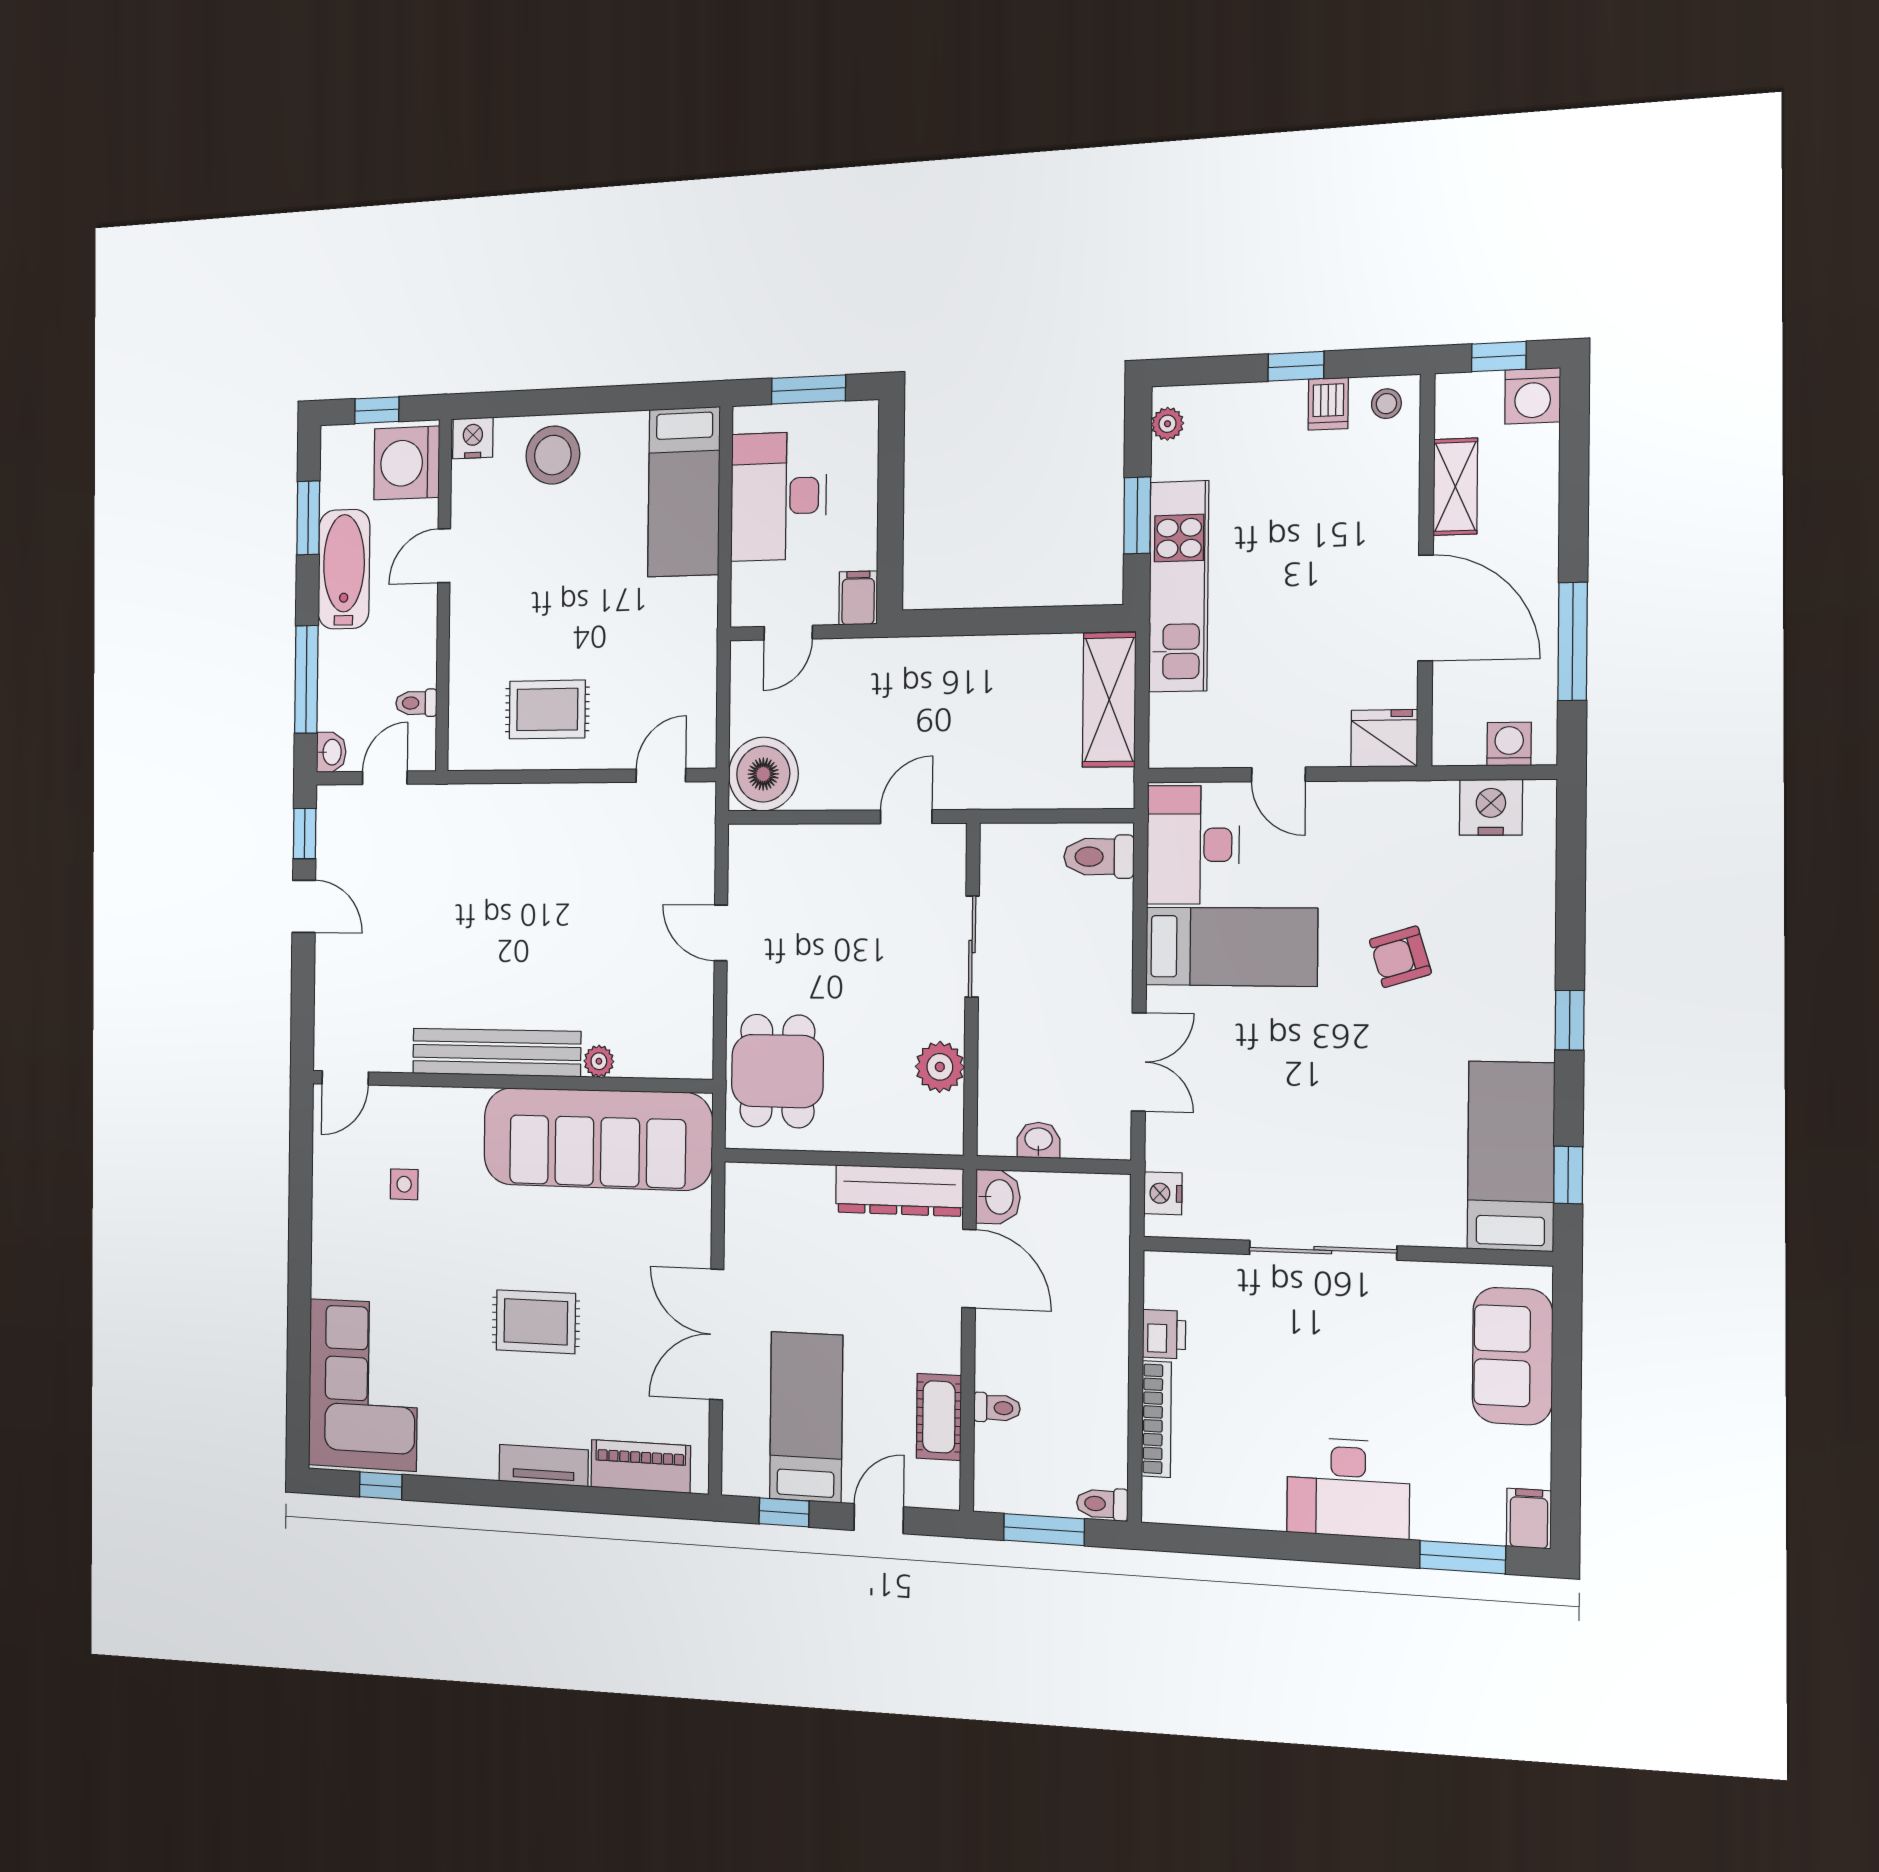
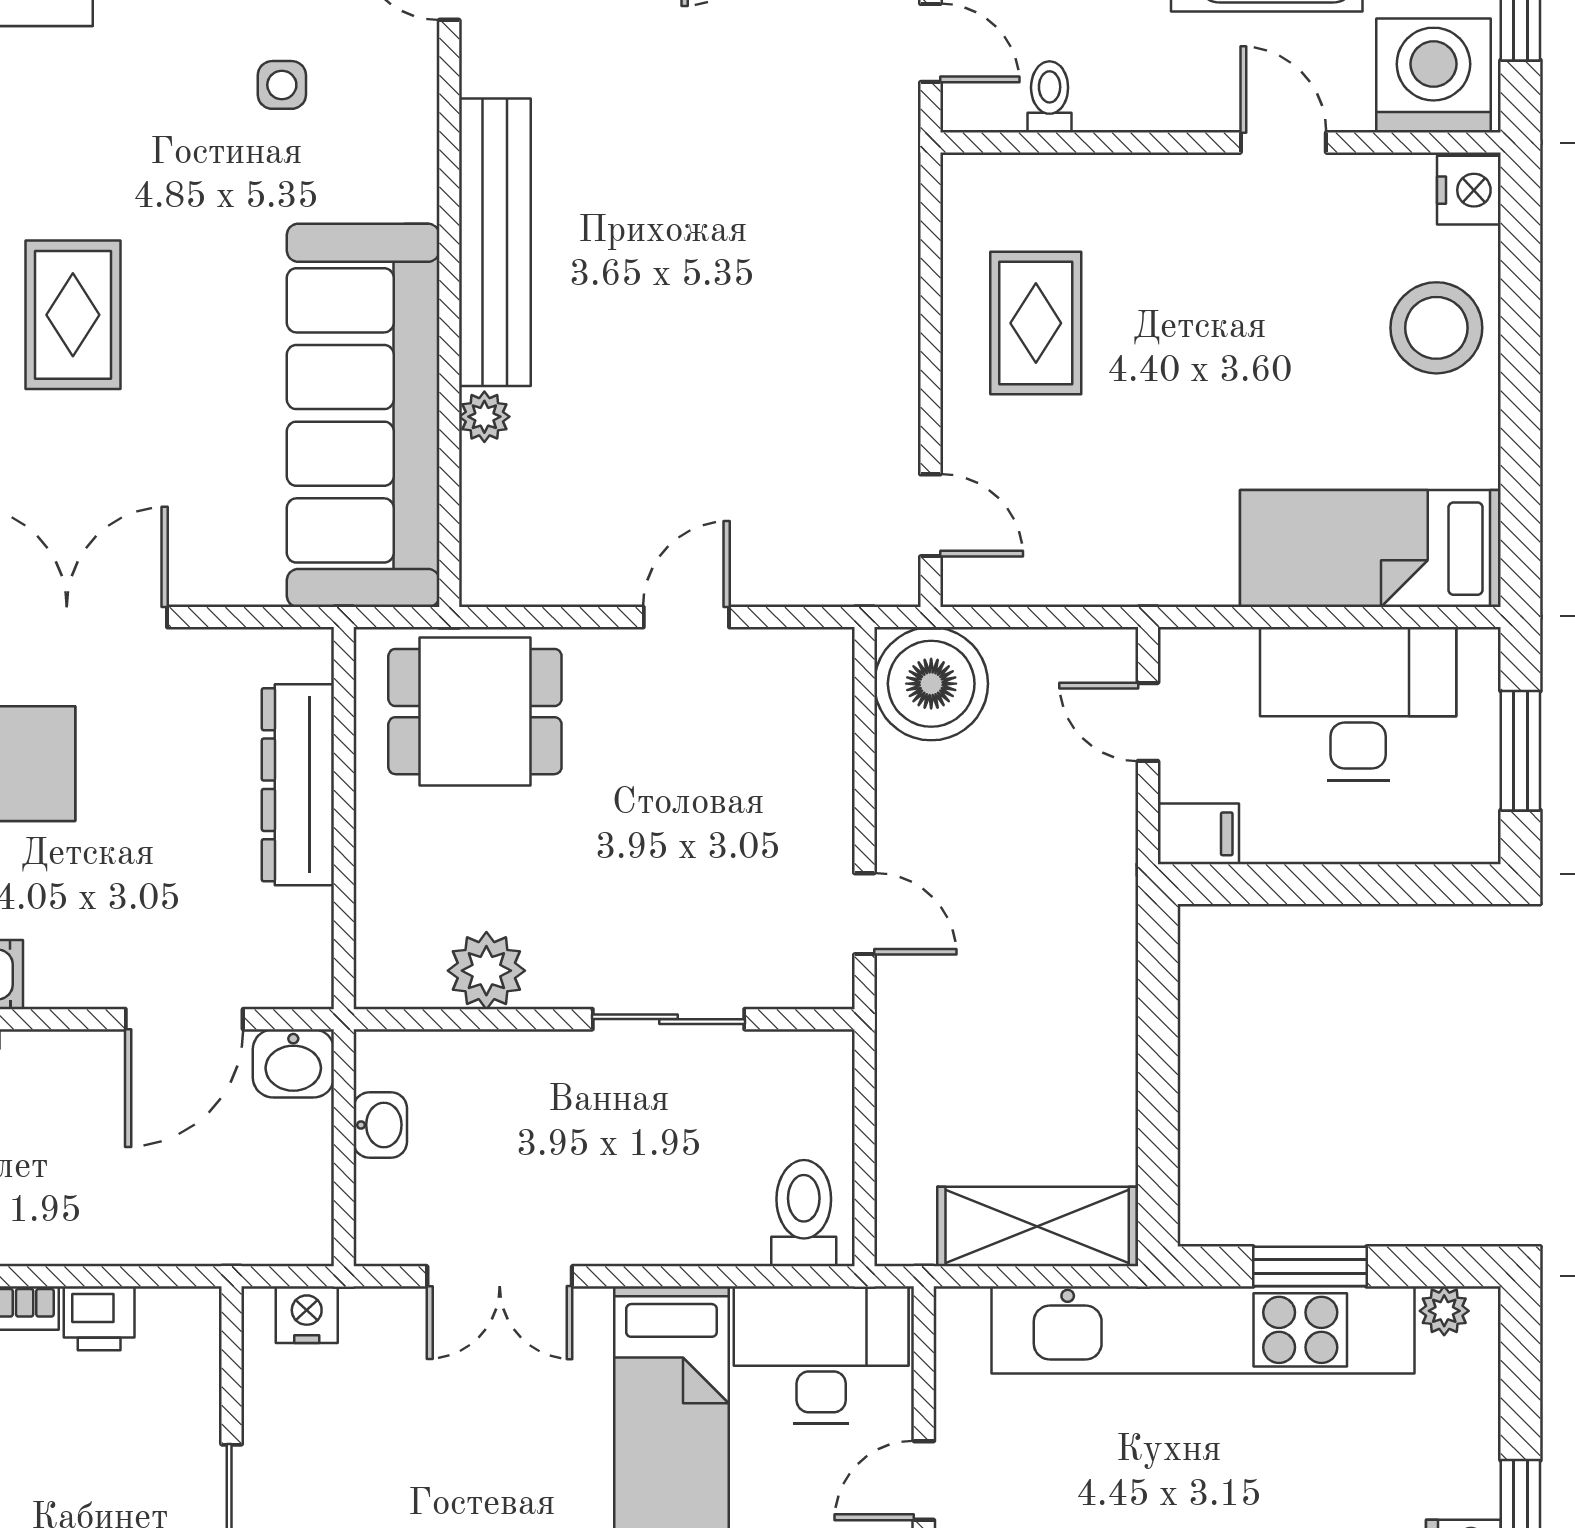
kitchen unit: (1179, 586) -> (1203, 1330), width x1.36
dresser: (899, 1191) -> (298, 785), moved

